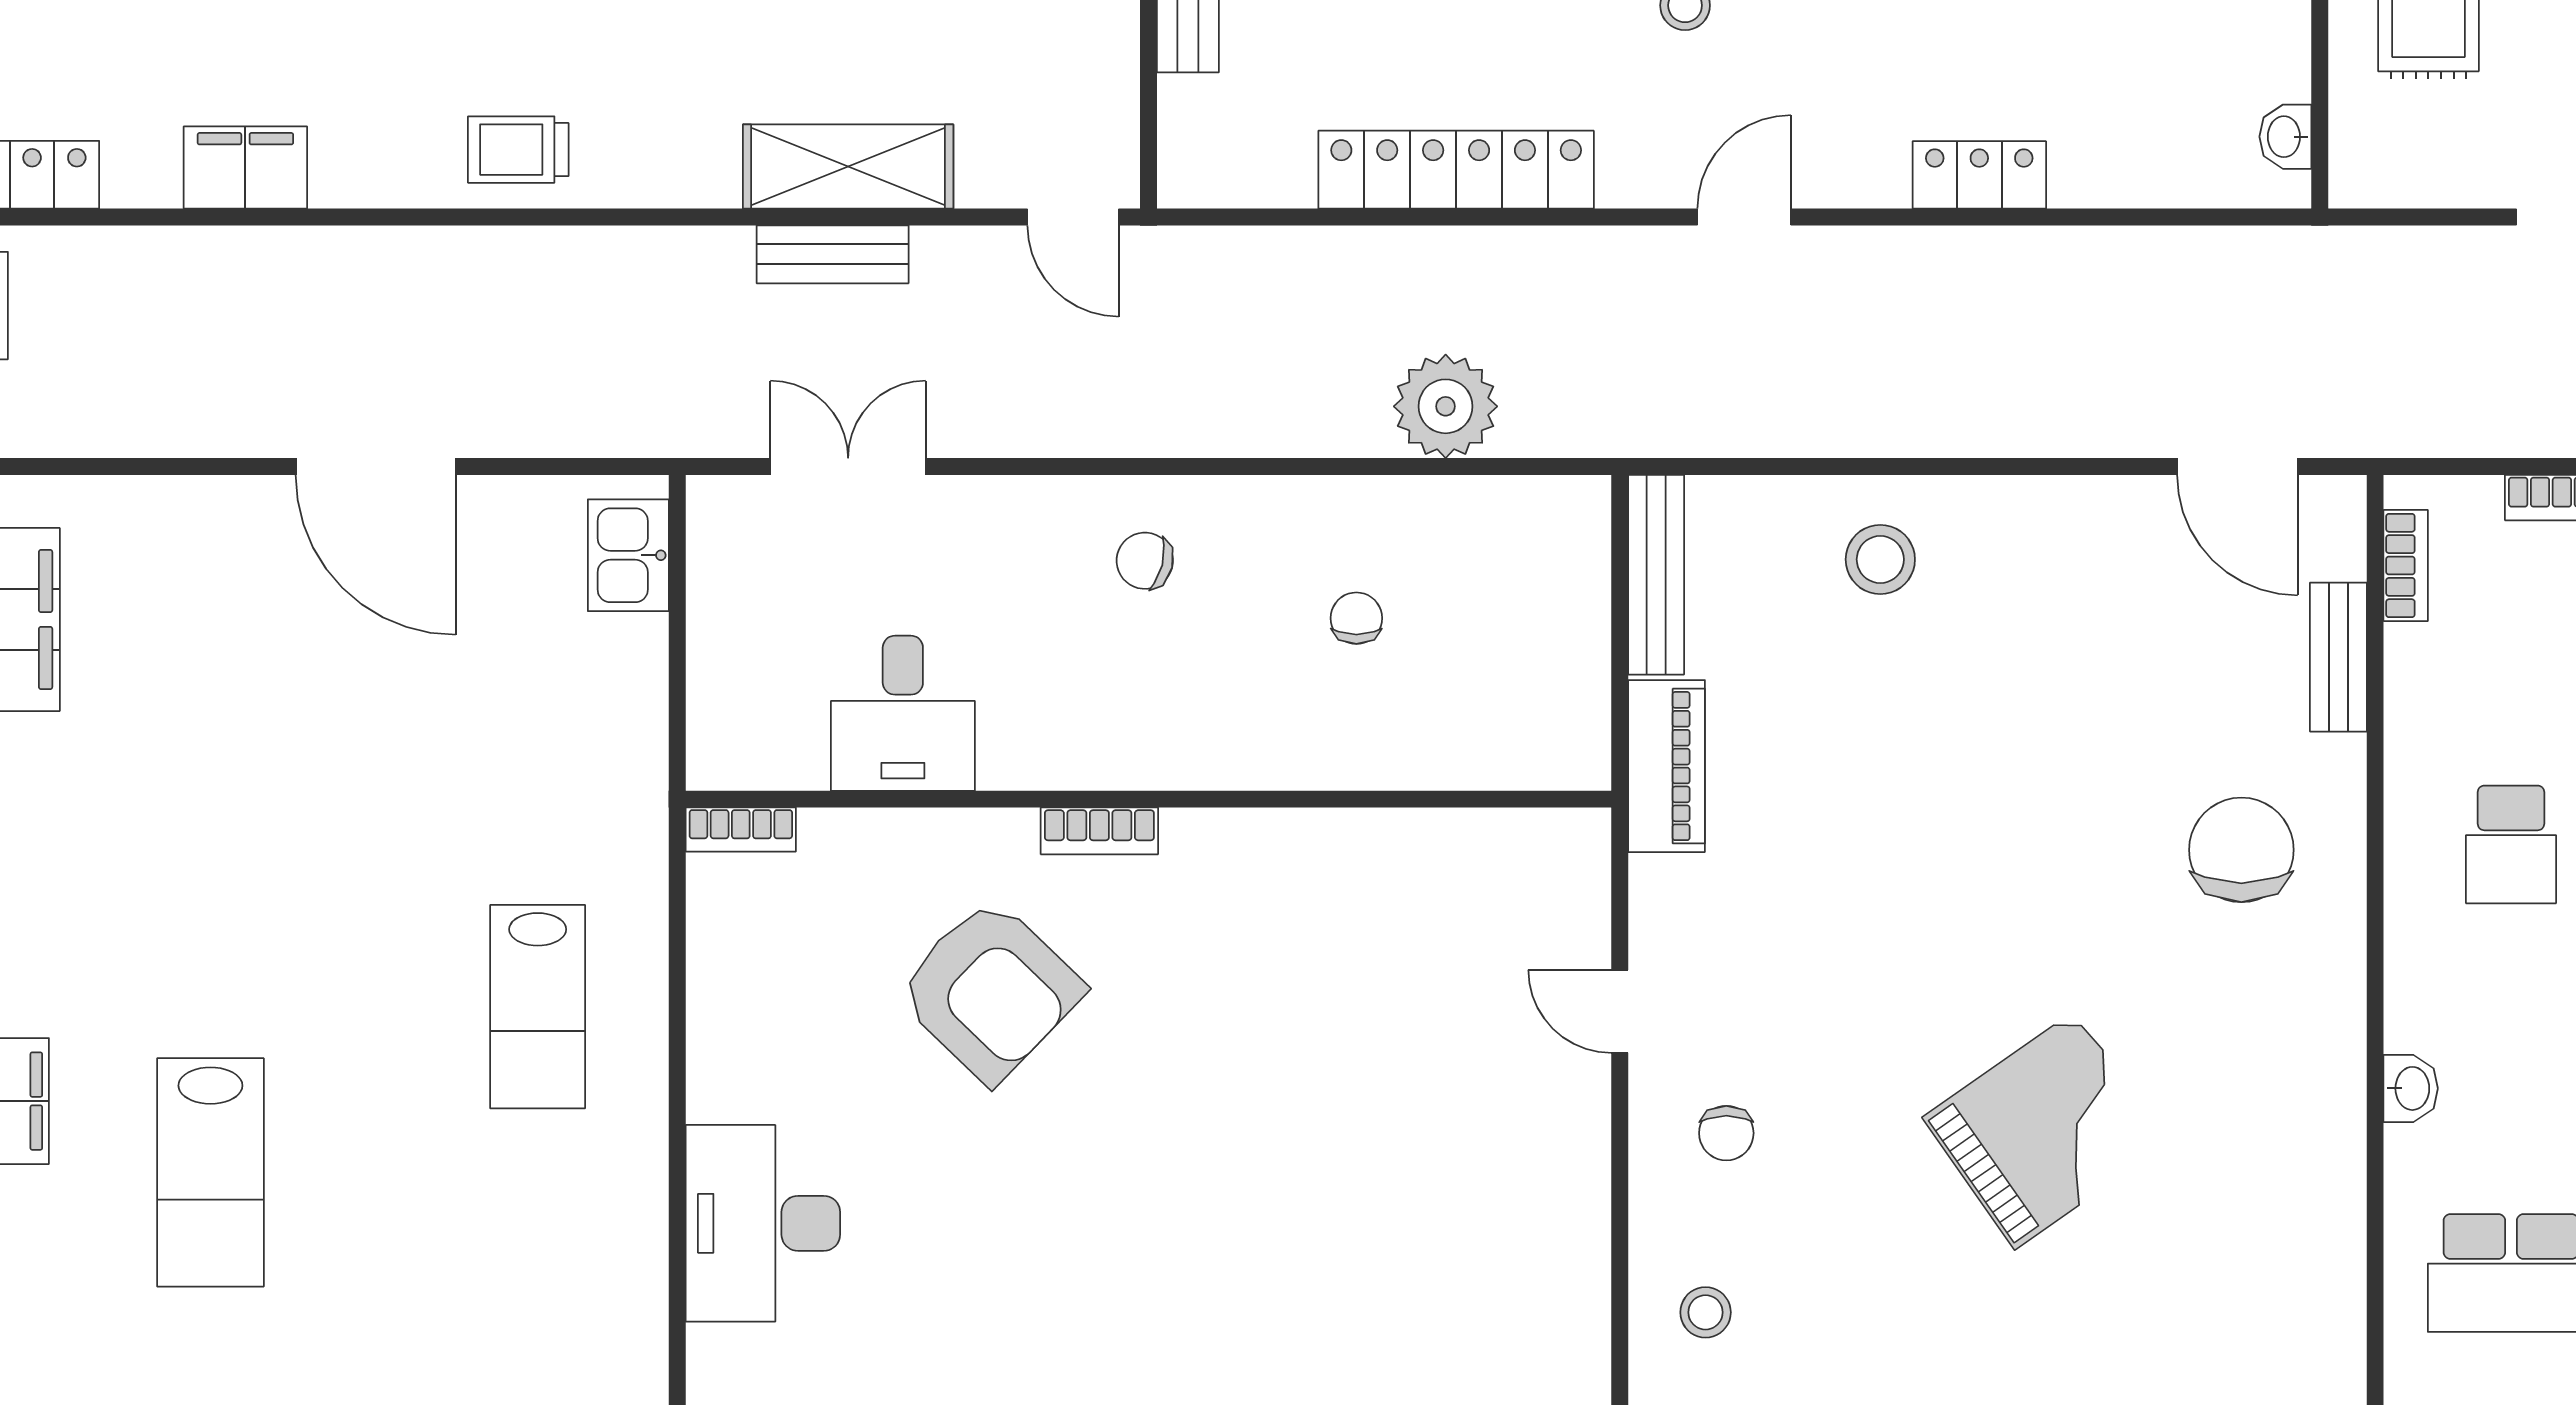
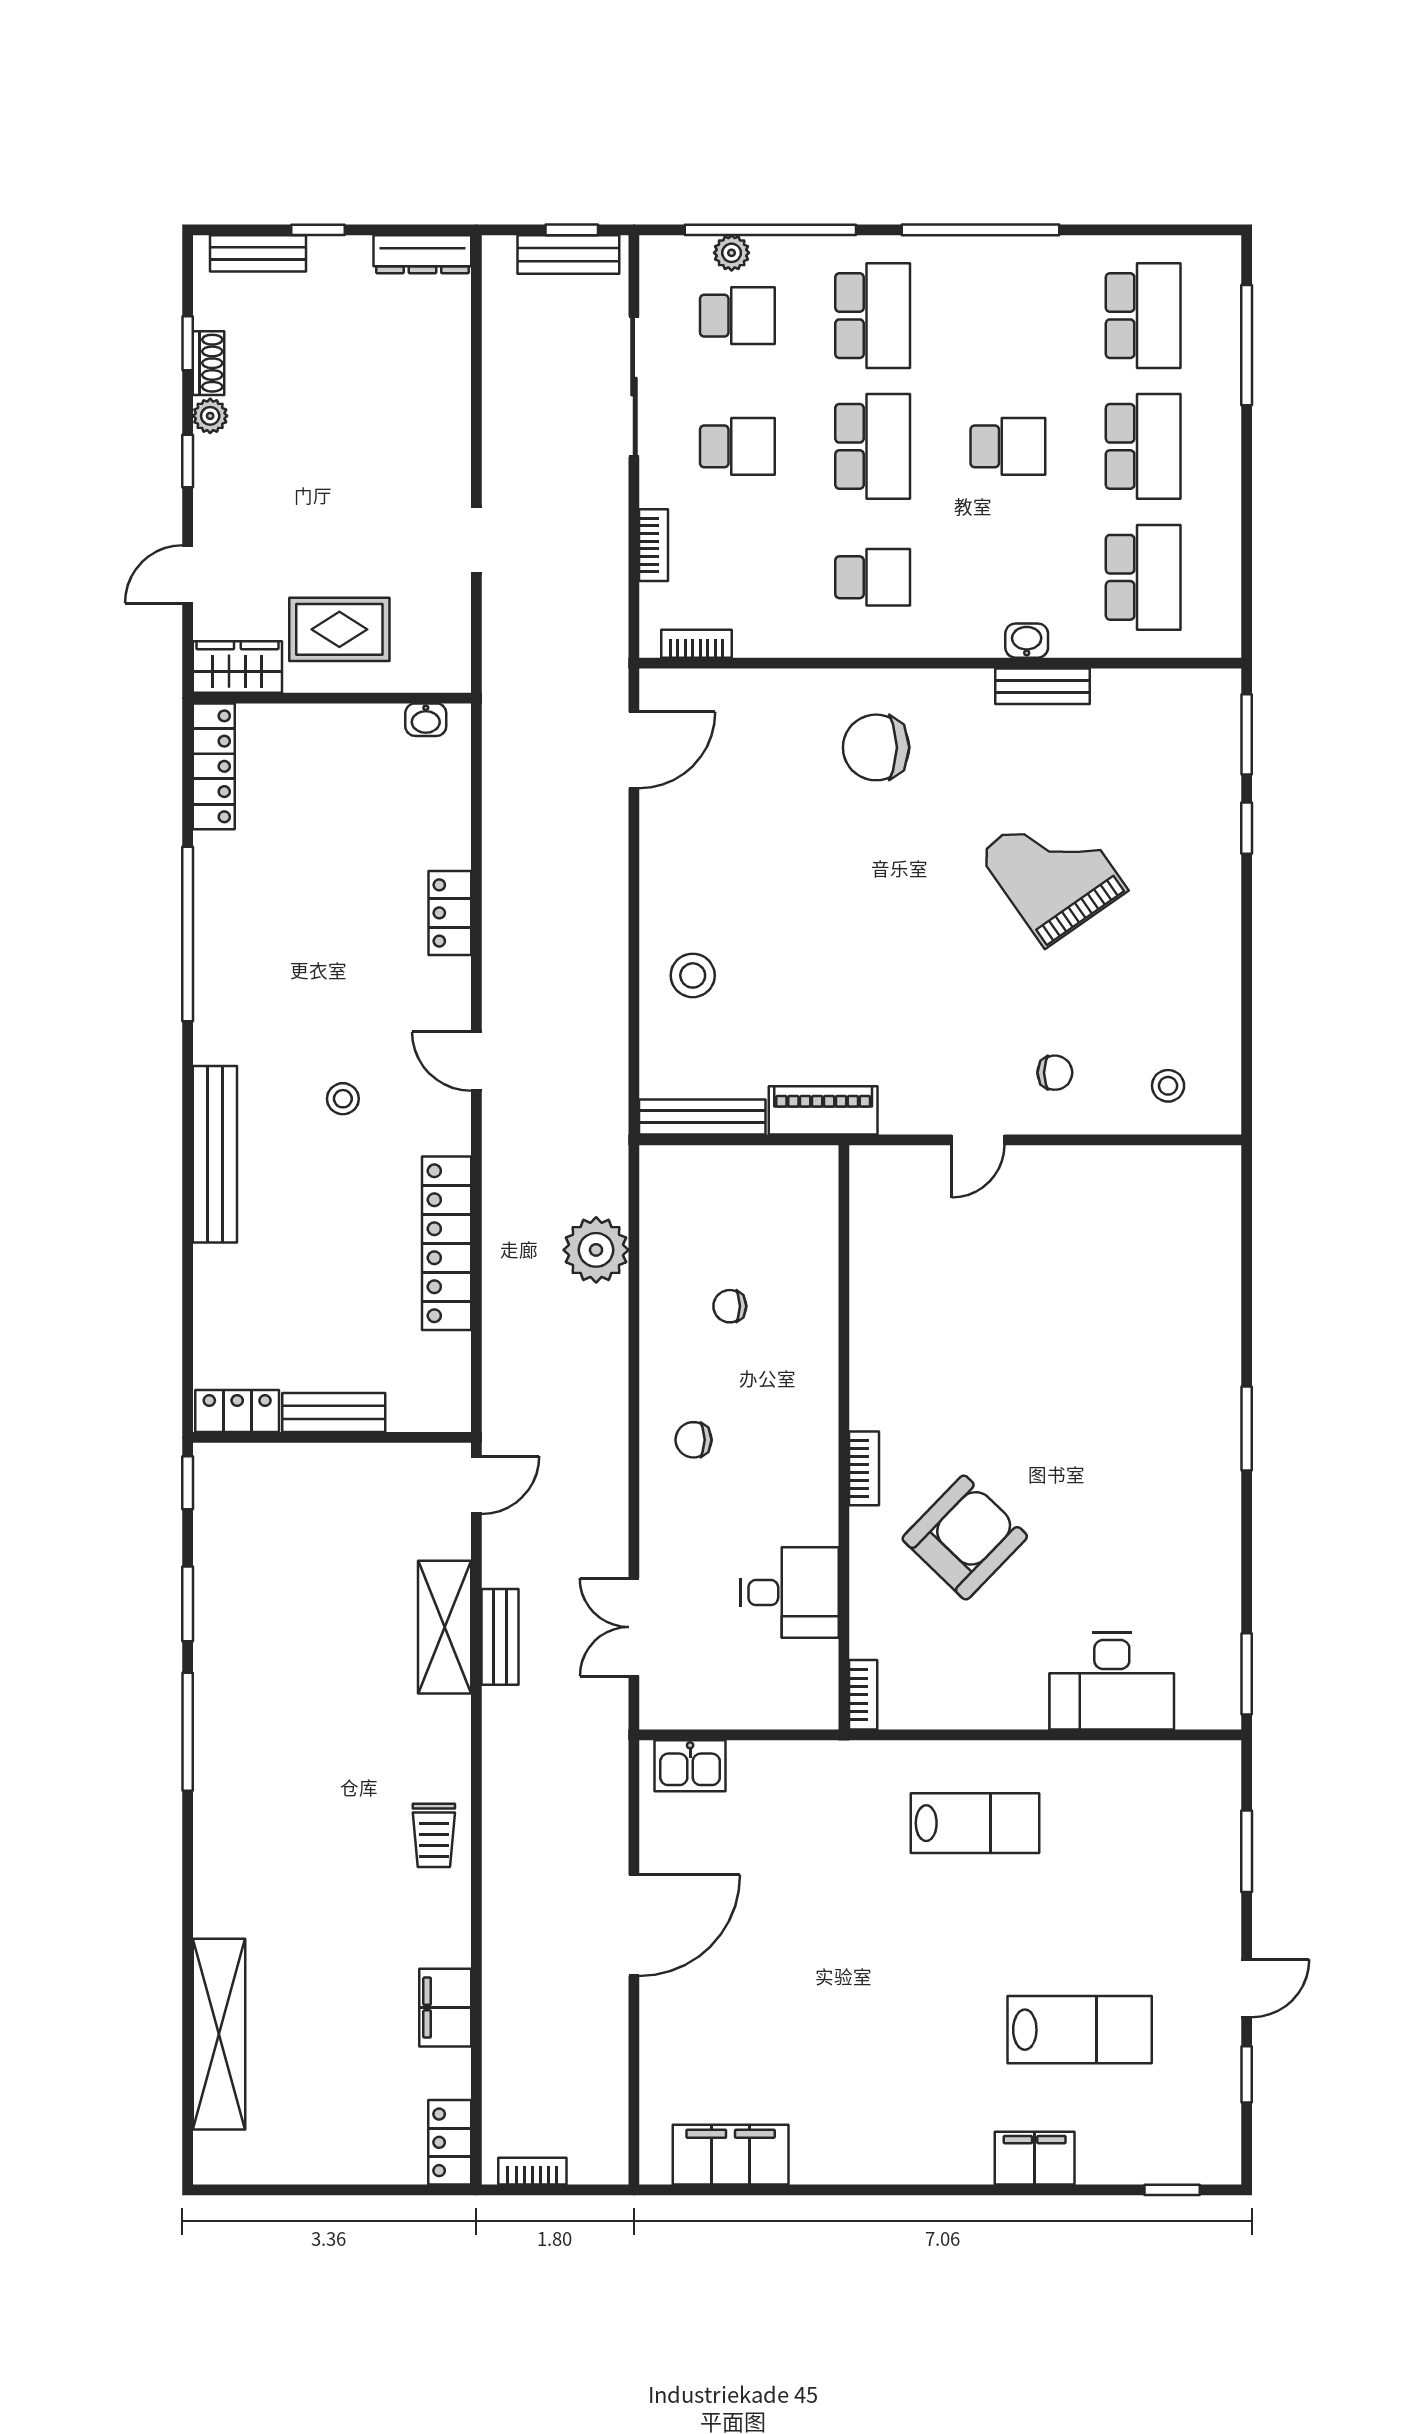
chair: (1145, 561) -> (693, 1440), turned 76
bench: (2338, 657) -> (1042, 686), moved

